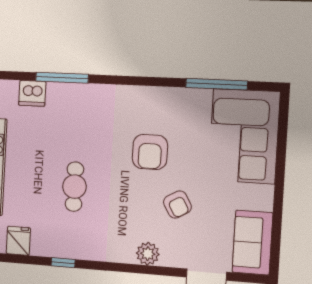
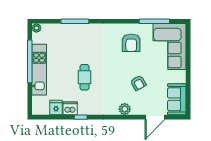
dishwasher: (32, 93) -> (70, 108), moved, turned 180
armchair: (150, 152) -> (131, 43), moved

